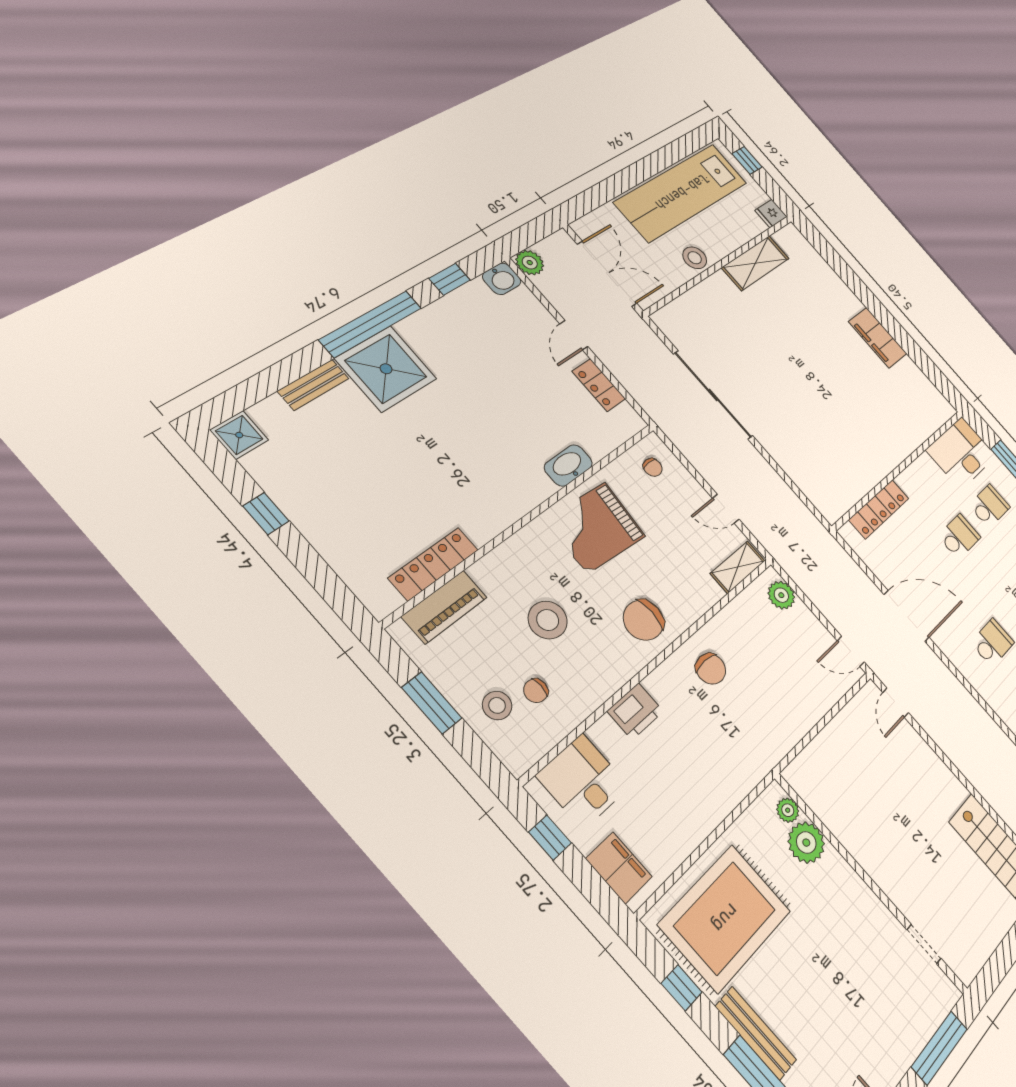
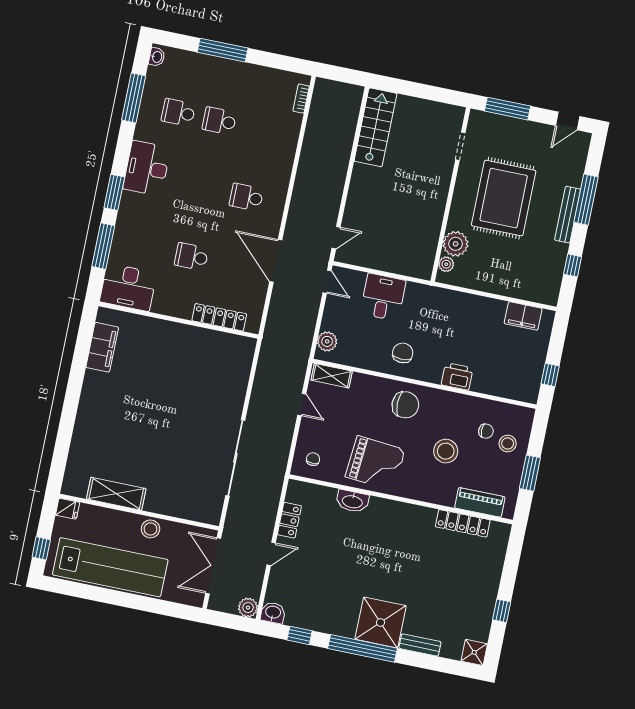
filing cabinet: (878, 338) -> (102, 347), moved
school desk: (989, 506) -> (150, 248), removed
desk: (583, 781) -> (383, 297), moved, turned 180
filing cabinet: (619, 868) -> (523, 316), moved, turned -90
rug: (725, 918) -> (504, 198), moved, turned 90

